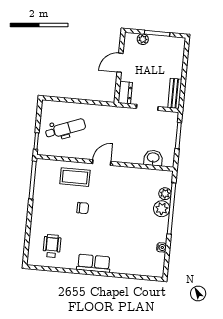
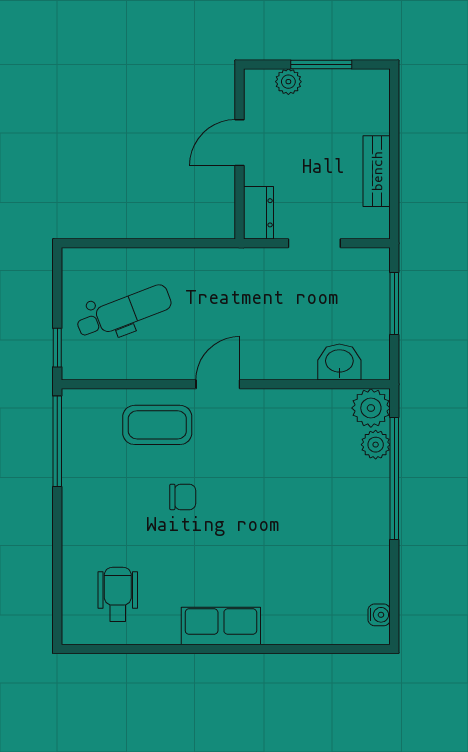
bench: (175, 93) -> (377, 171), moved
plant: (162, 209) -> (371, 408), moved
water cooler: (162, 247) -> (379, 615), moved

